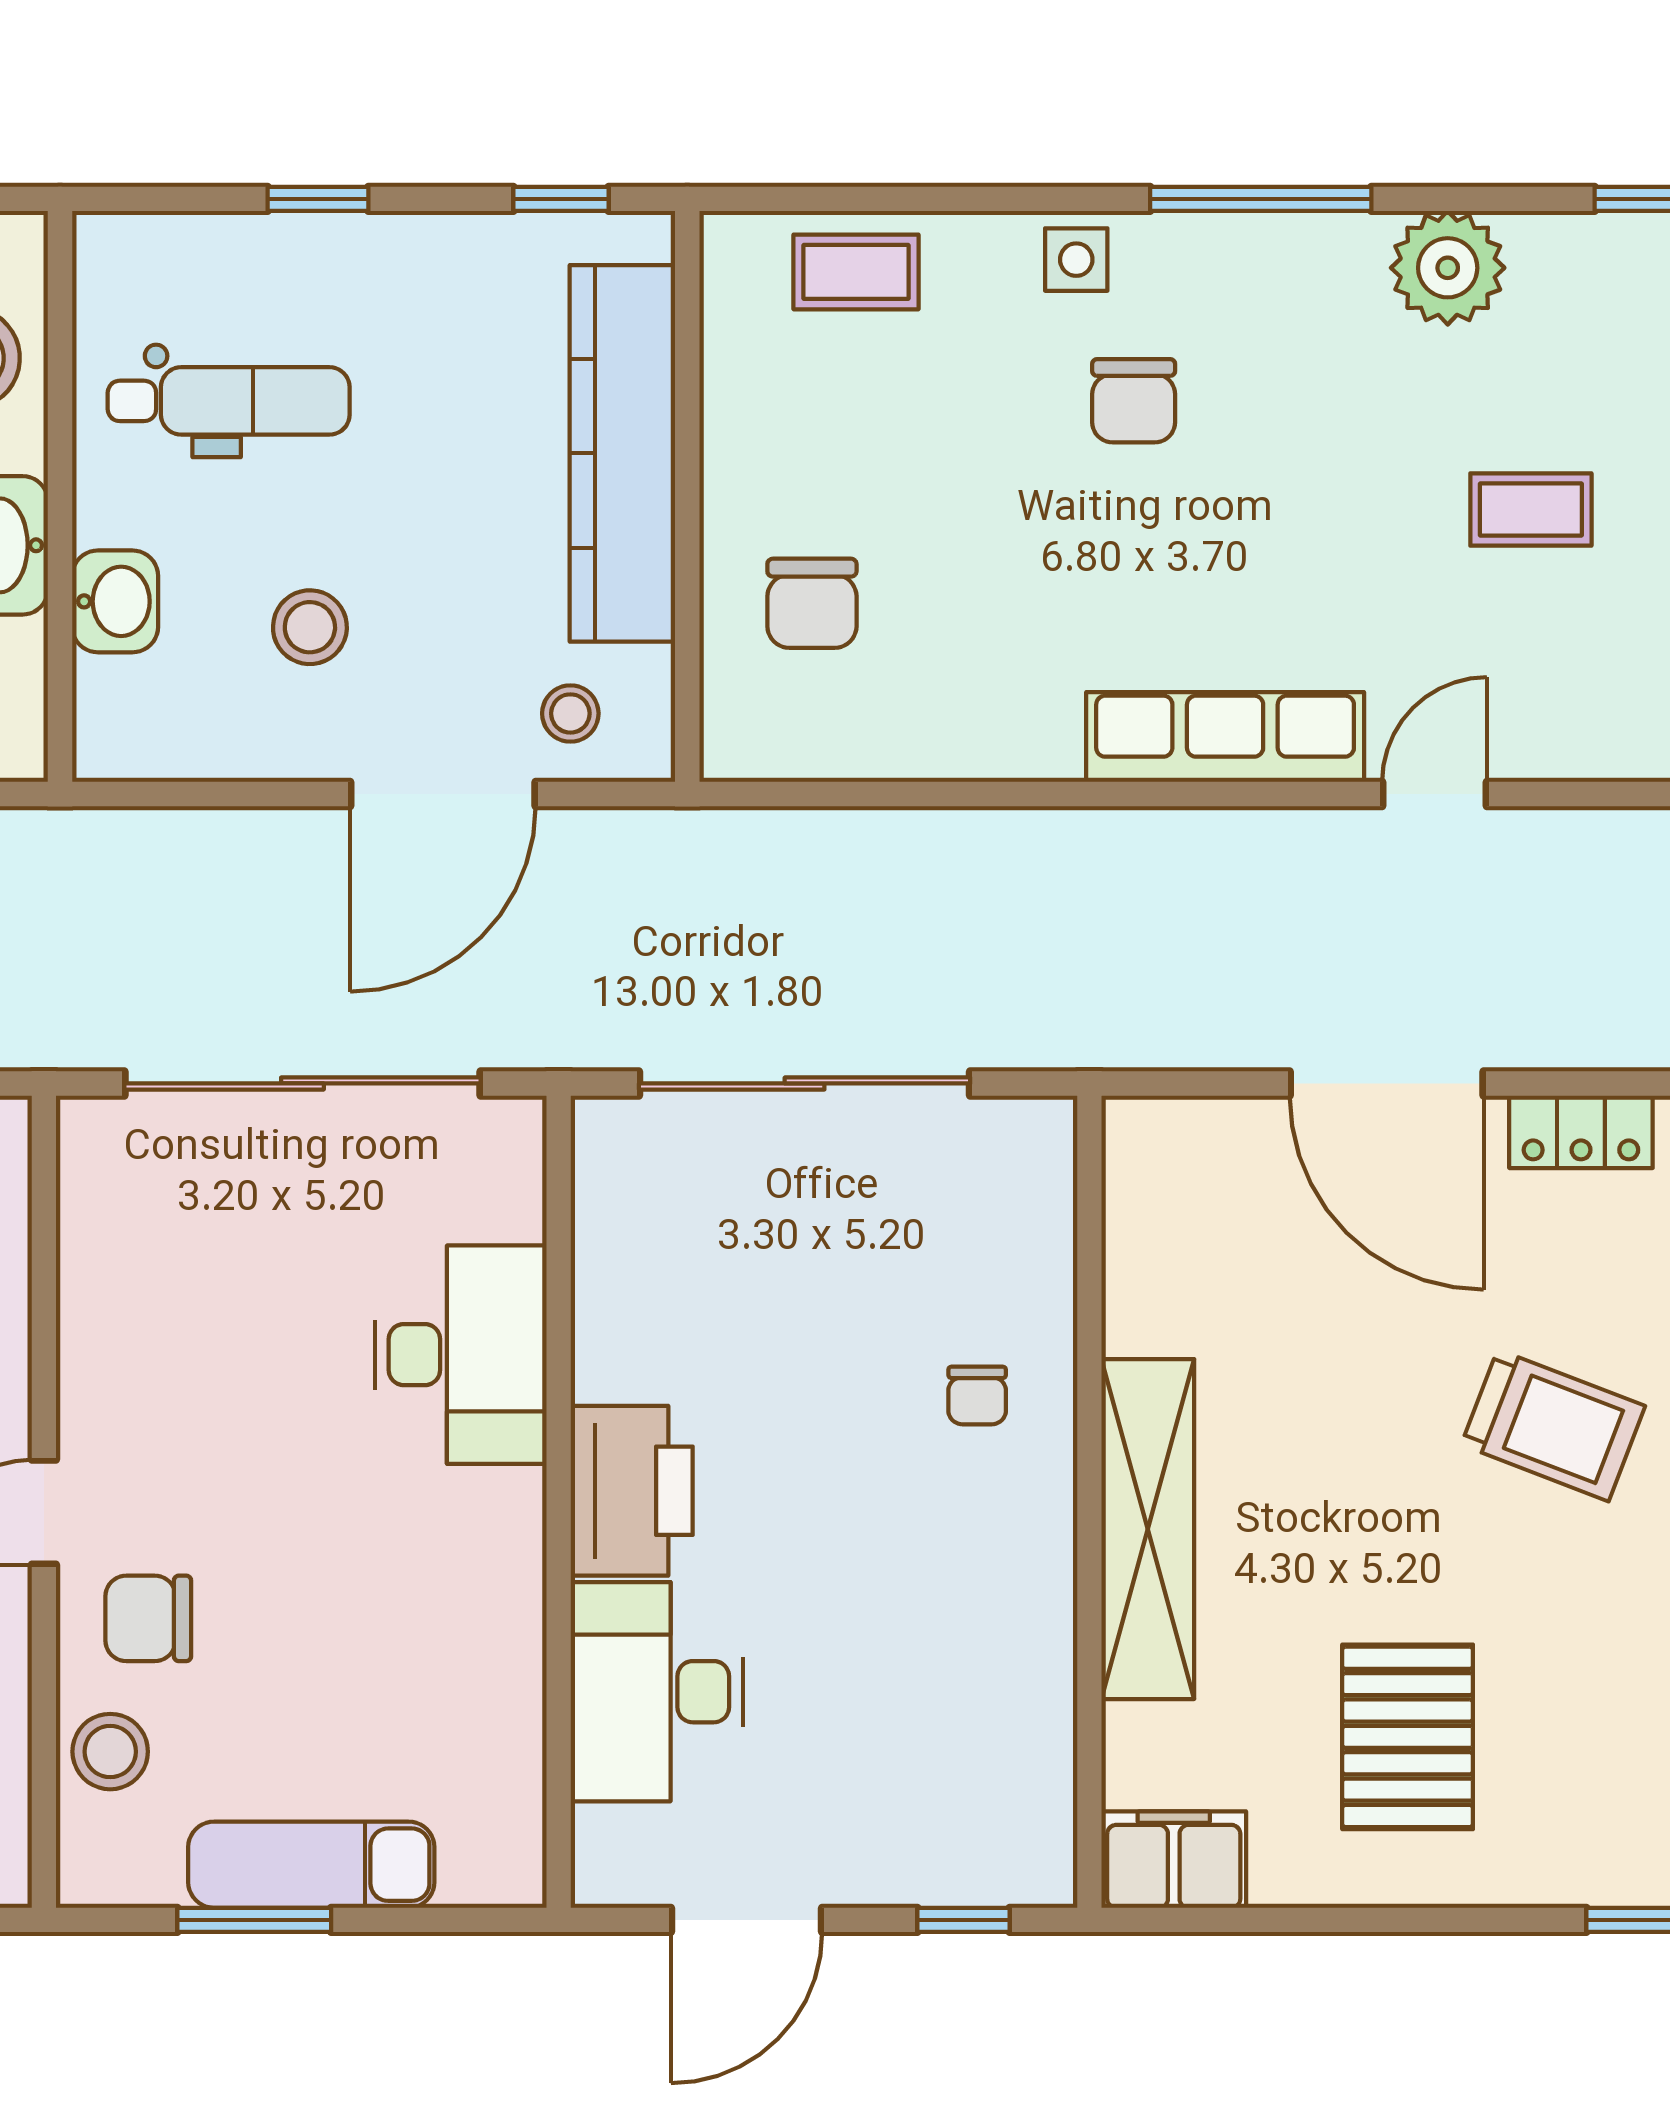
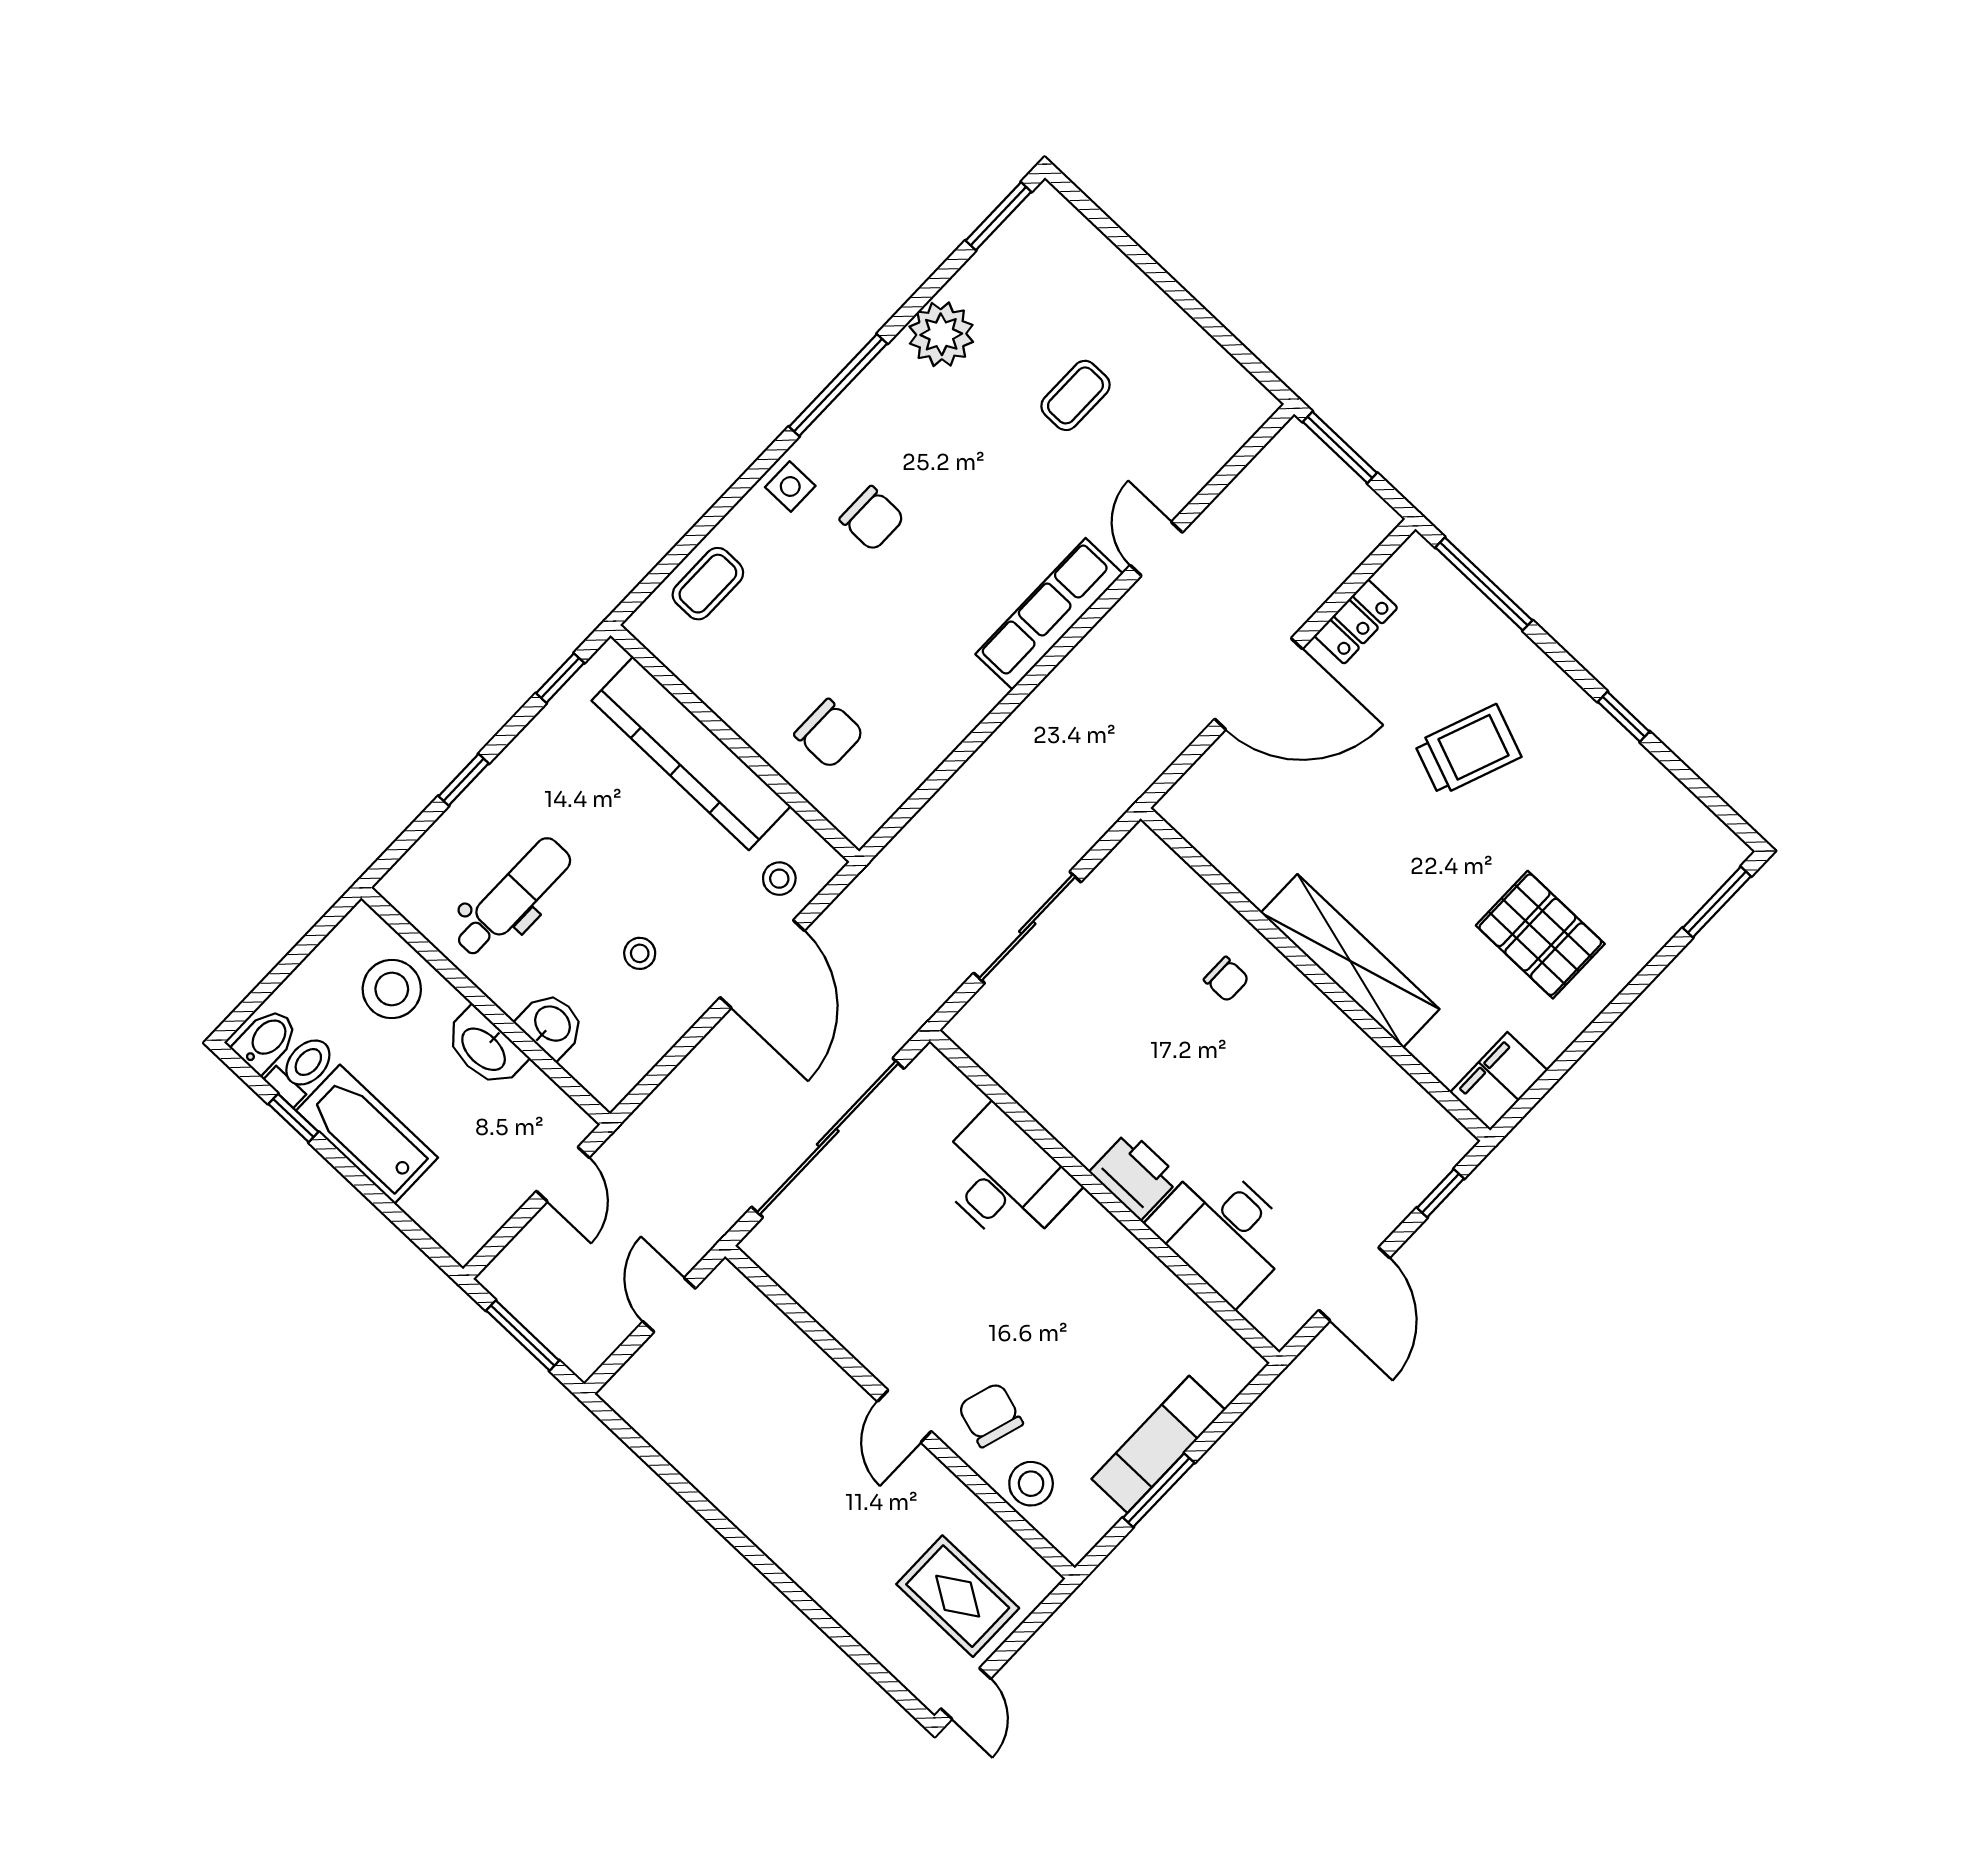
stool: (310, 627) -> (640, 953), width x0.73, depth x0.73
sliding door: (805, 1083) -> (1027, 928), width x0.73
printer: (632, 1491) -> (1135, 1175), width x0.73, depth x0.84
chair: (148, 1618) -> (990, 1415), turned 107

